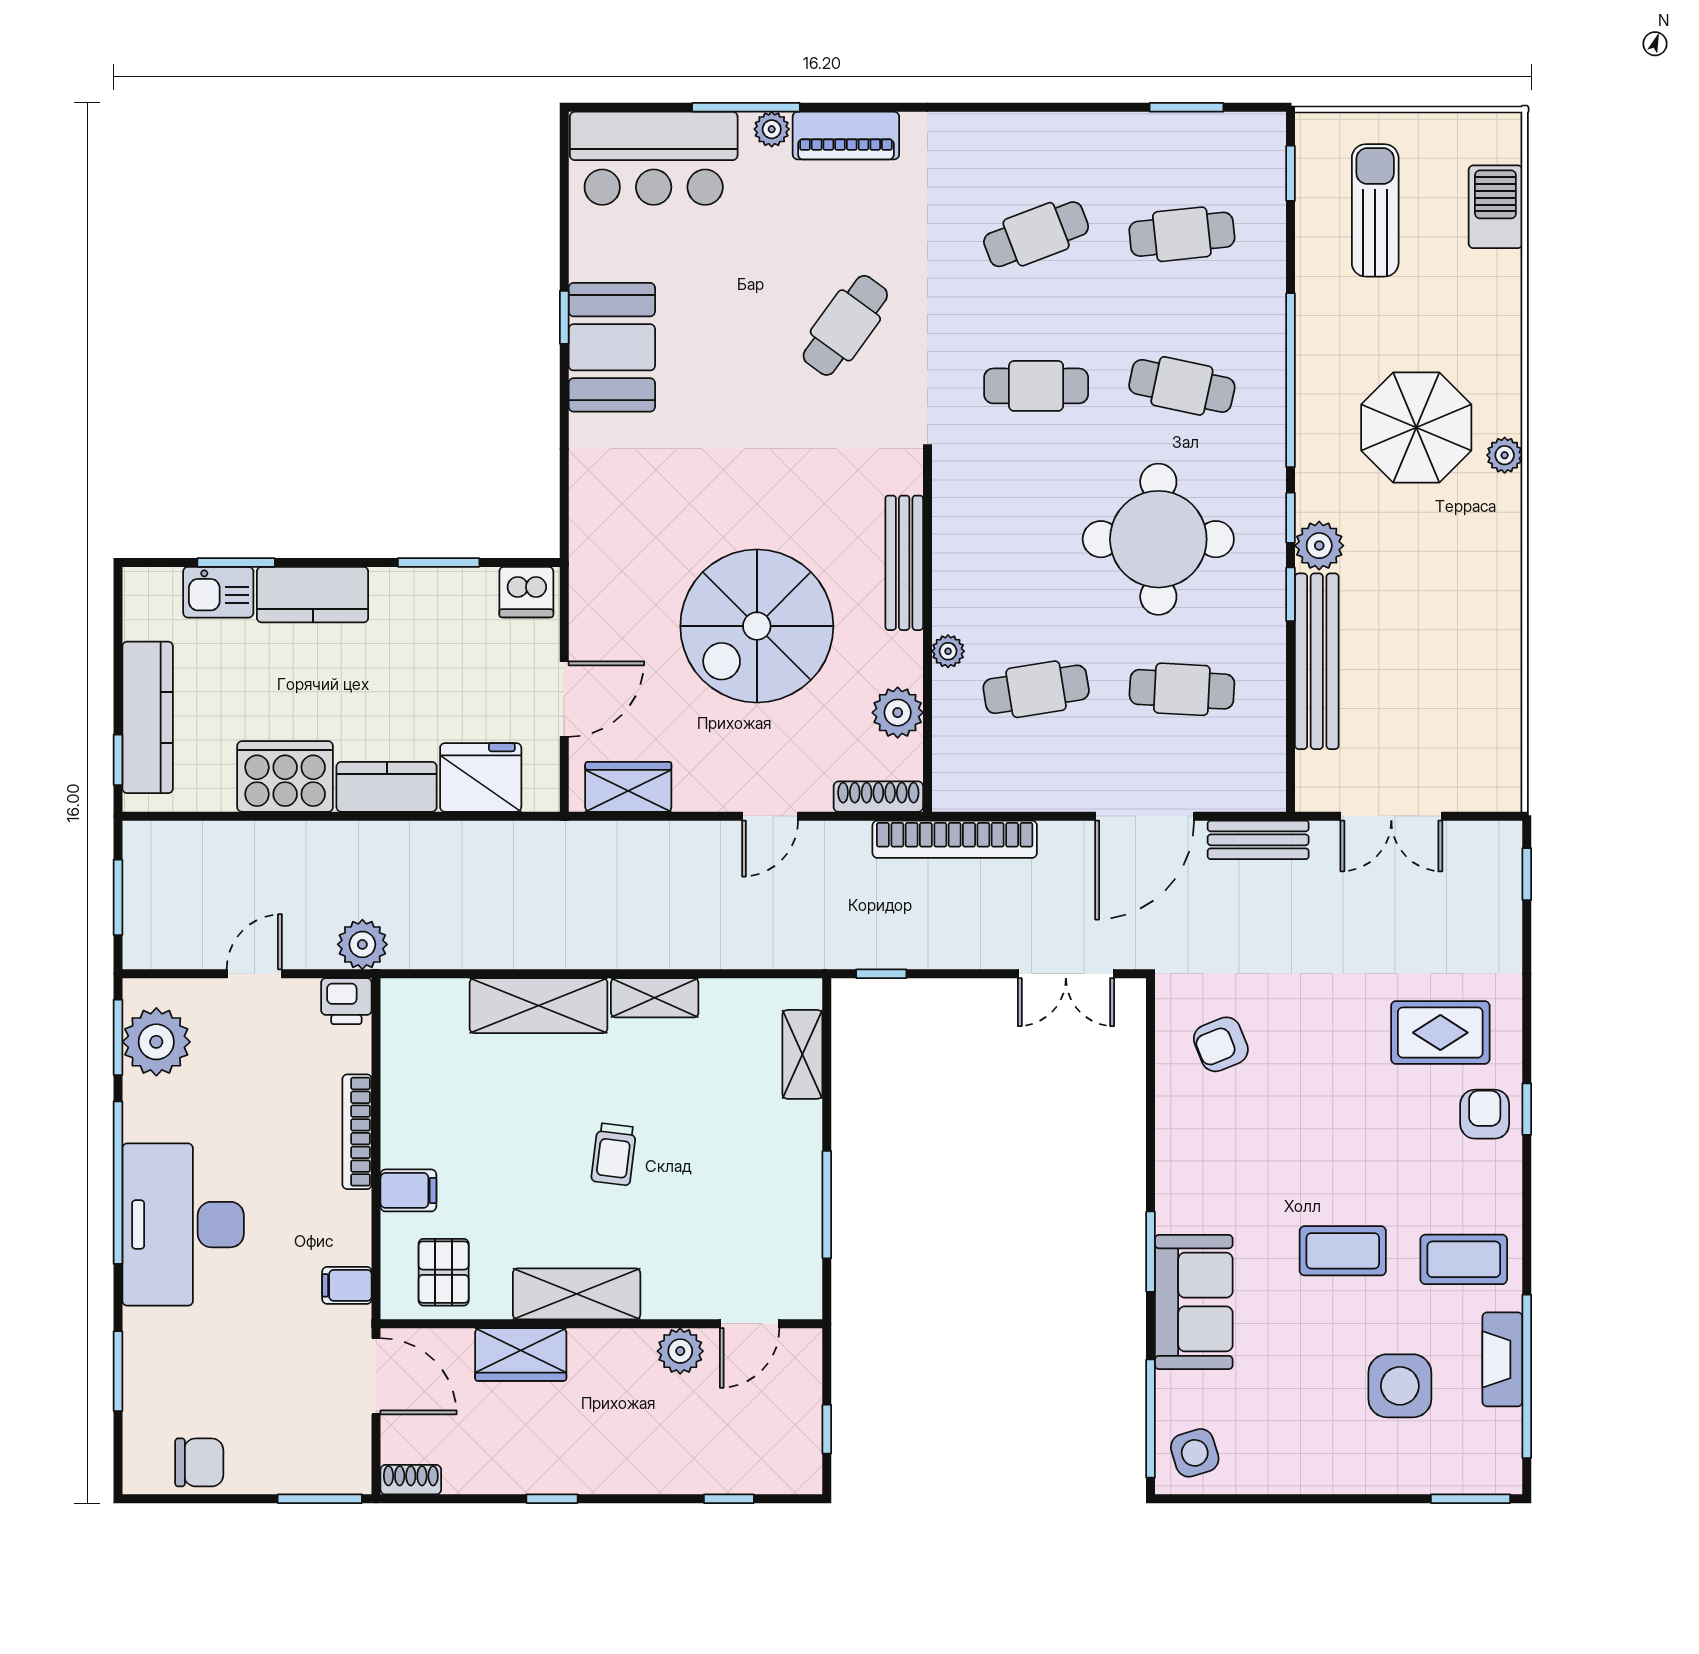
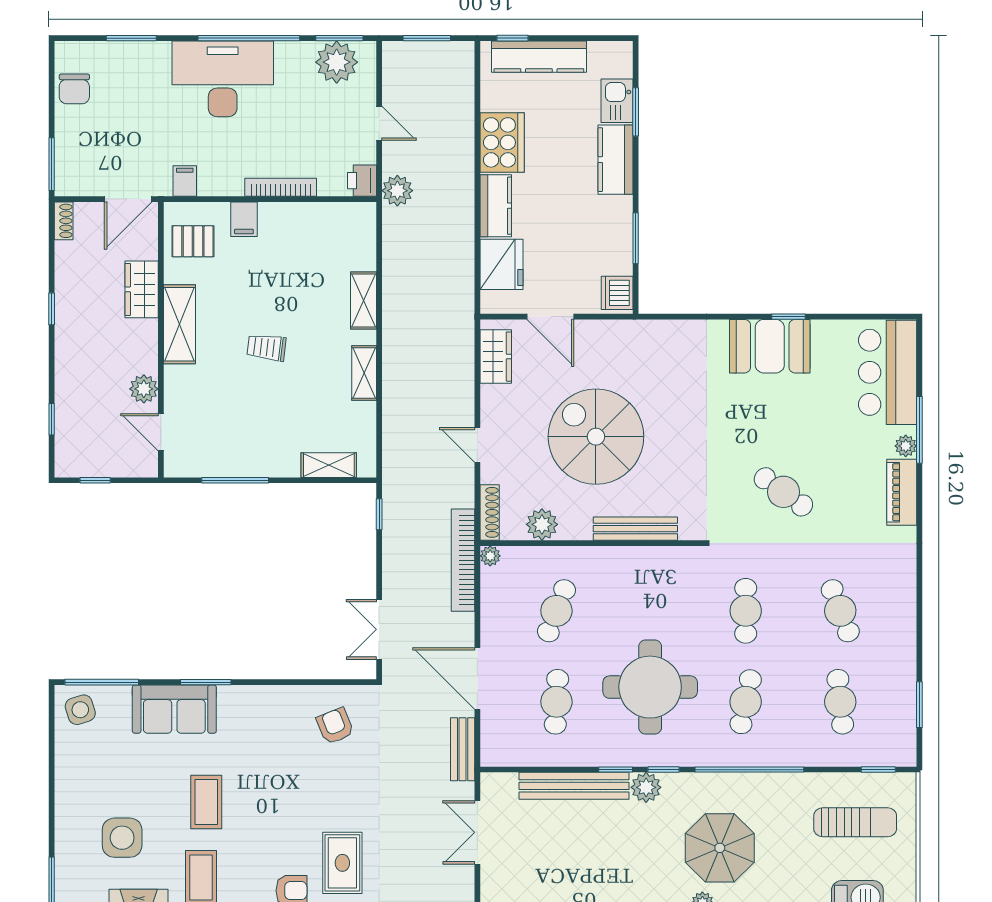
plant: (948, 651) -> (490, 556), moved
cafe table: (1036, 689) -> (556, 611), turned 30
shelving: (539, 1006) -> (363, 301), width x0.67, depth x0.75

